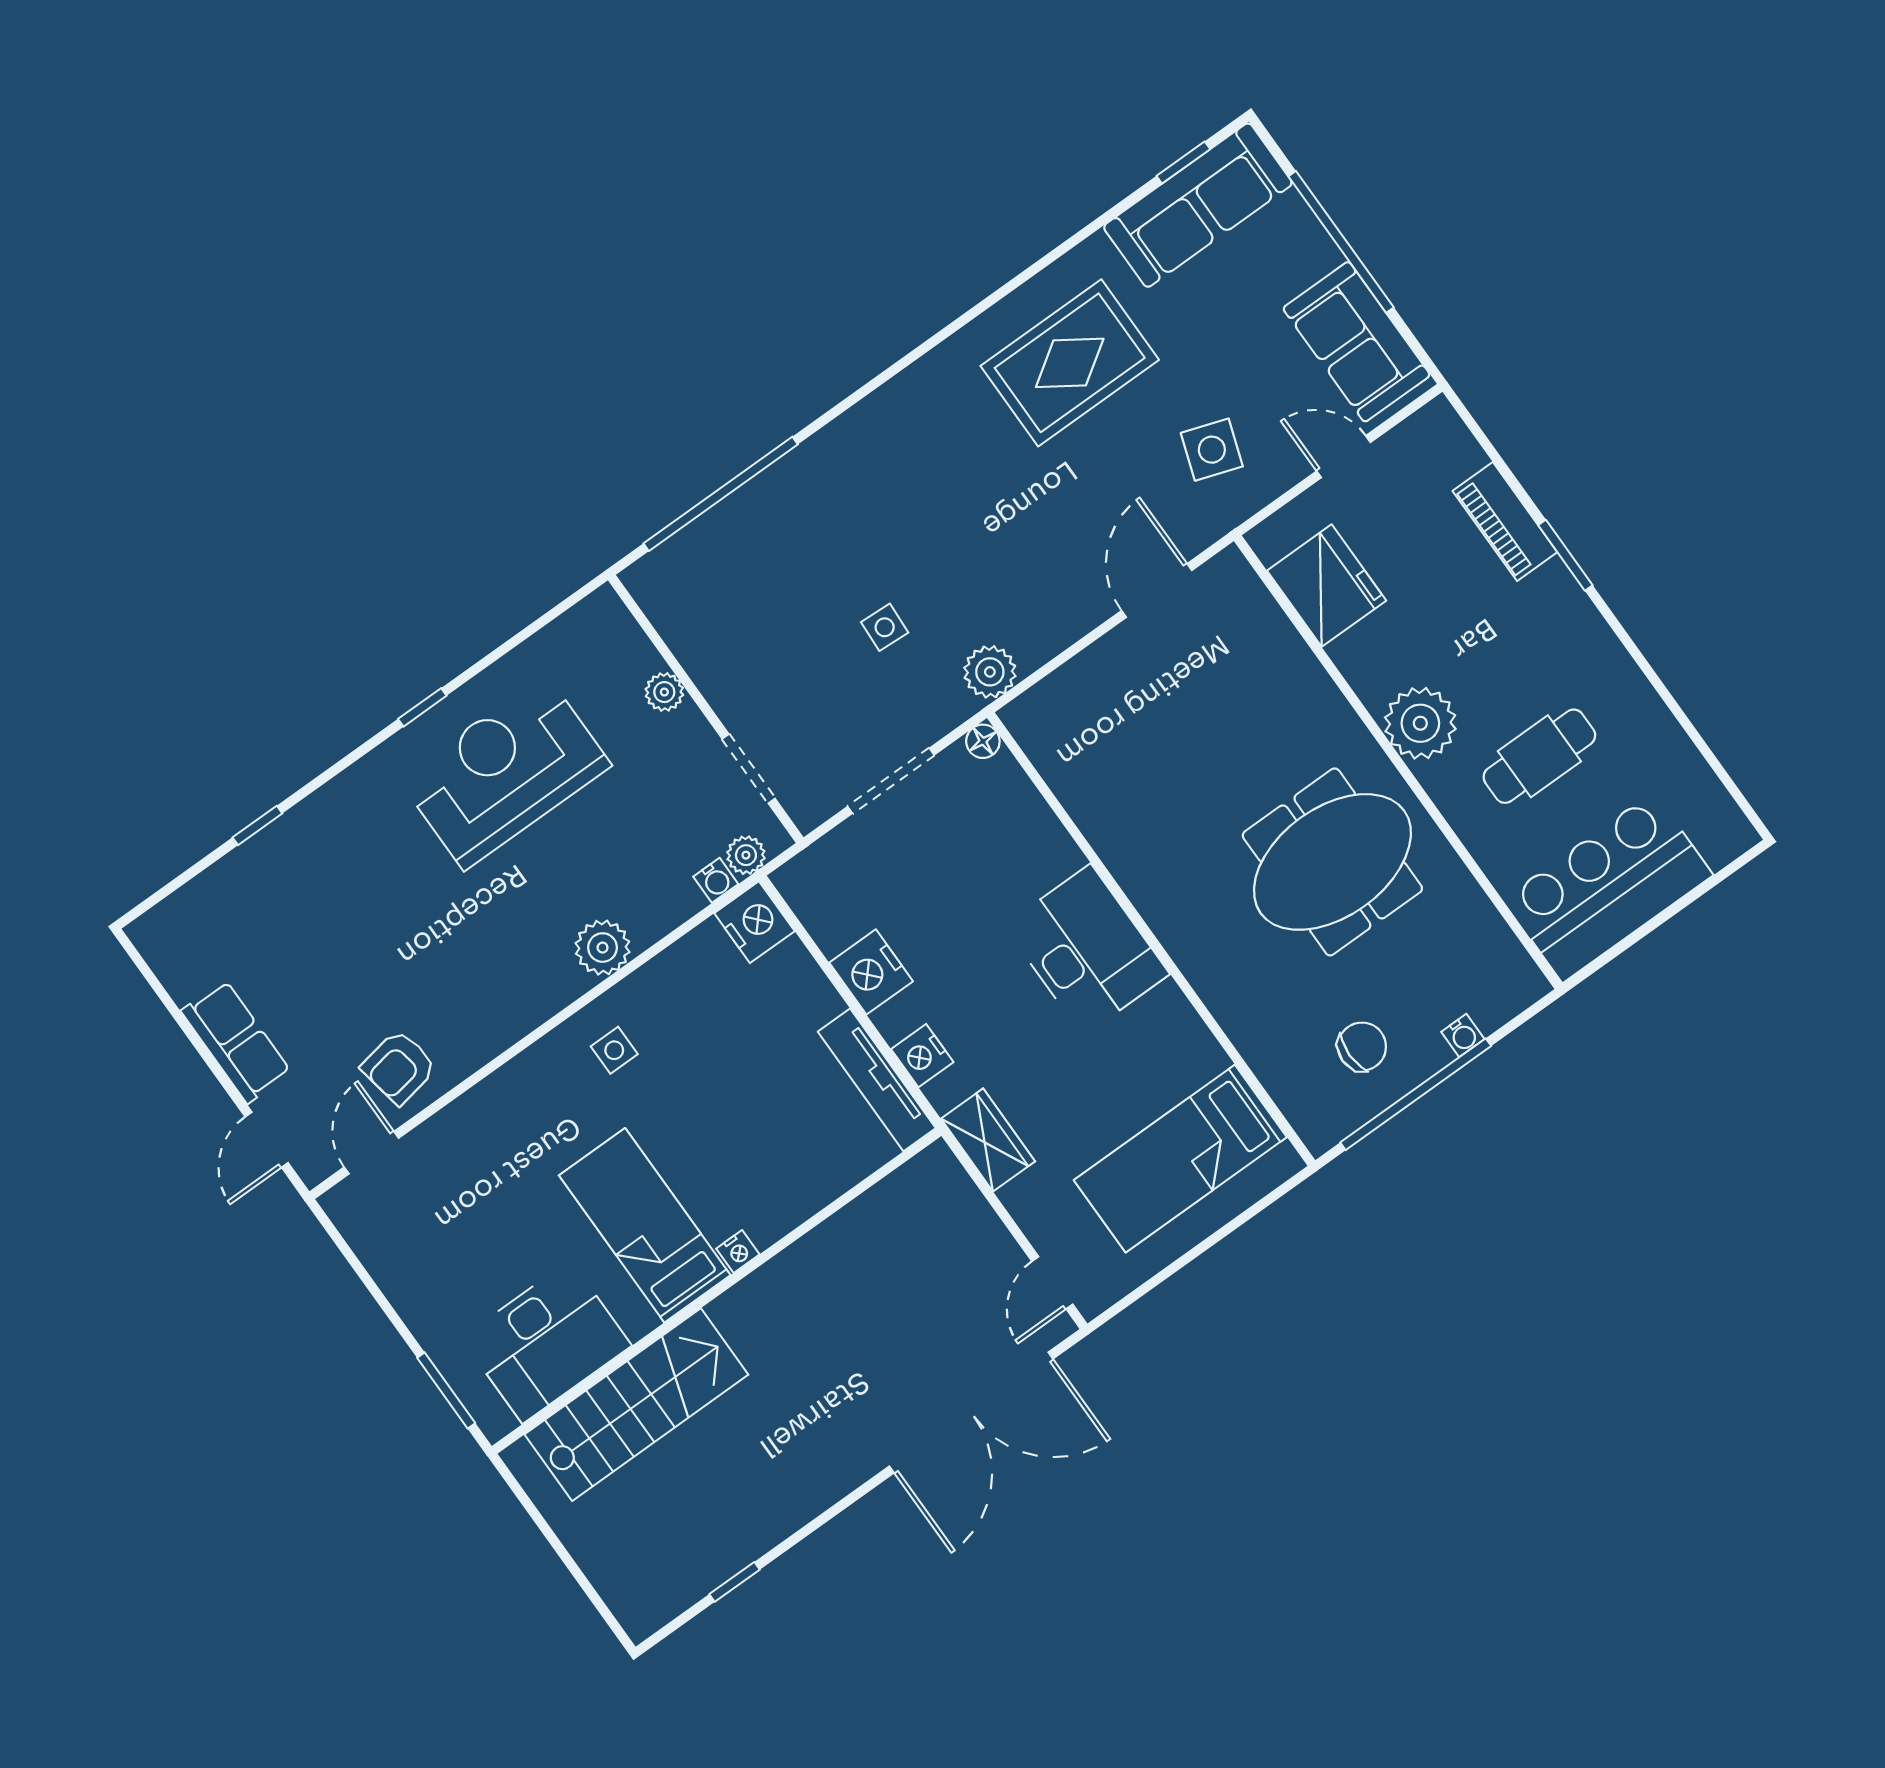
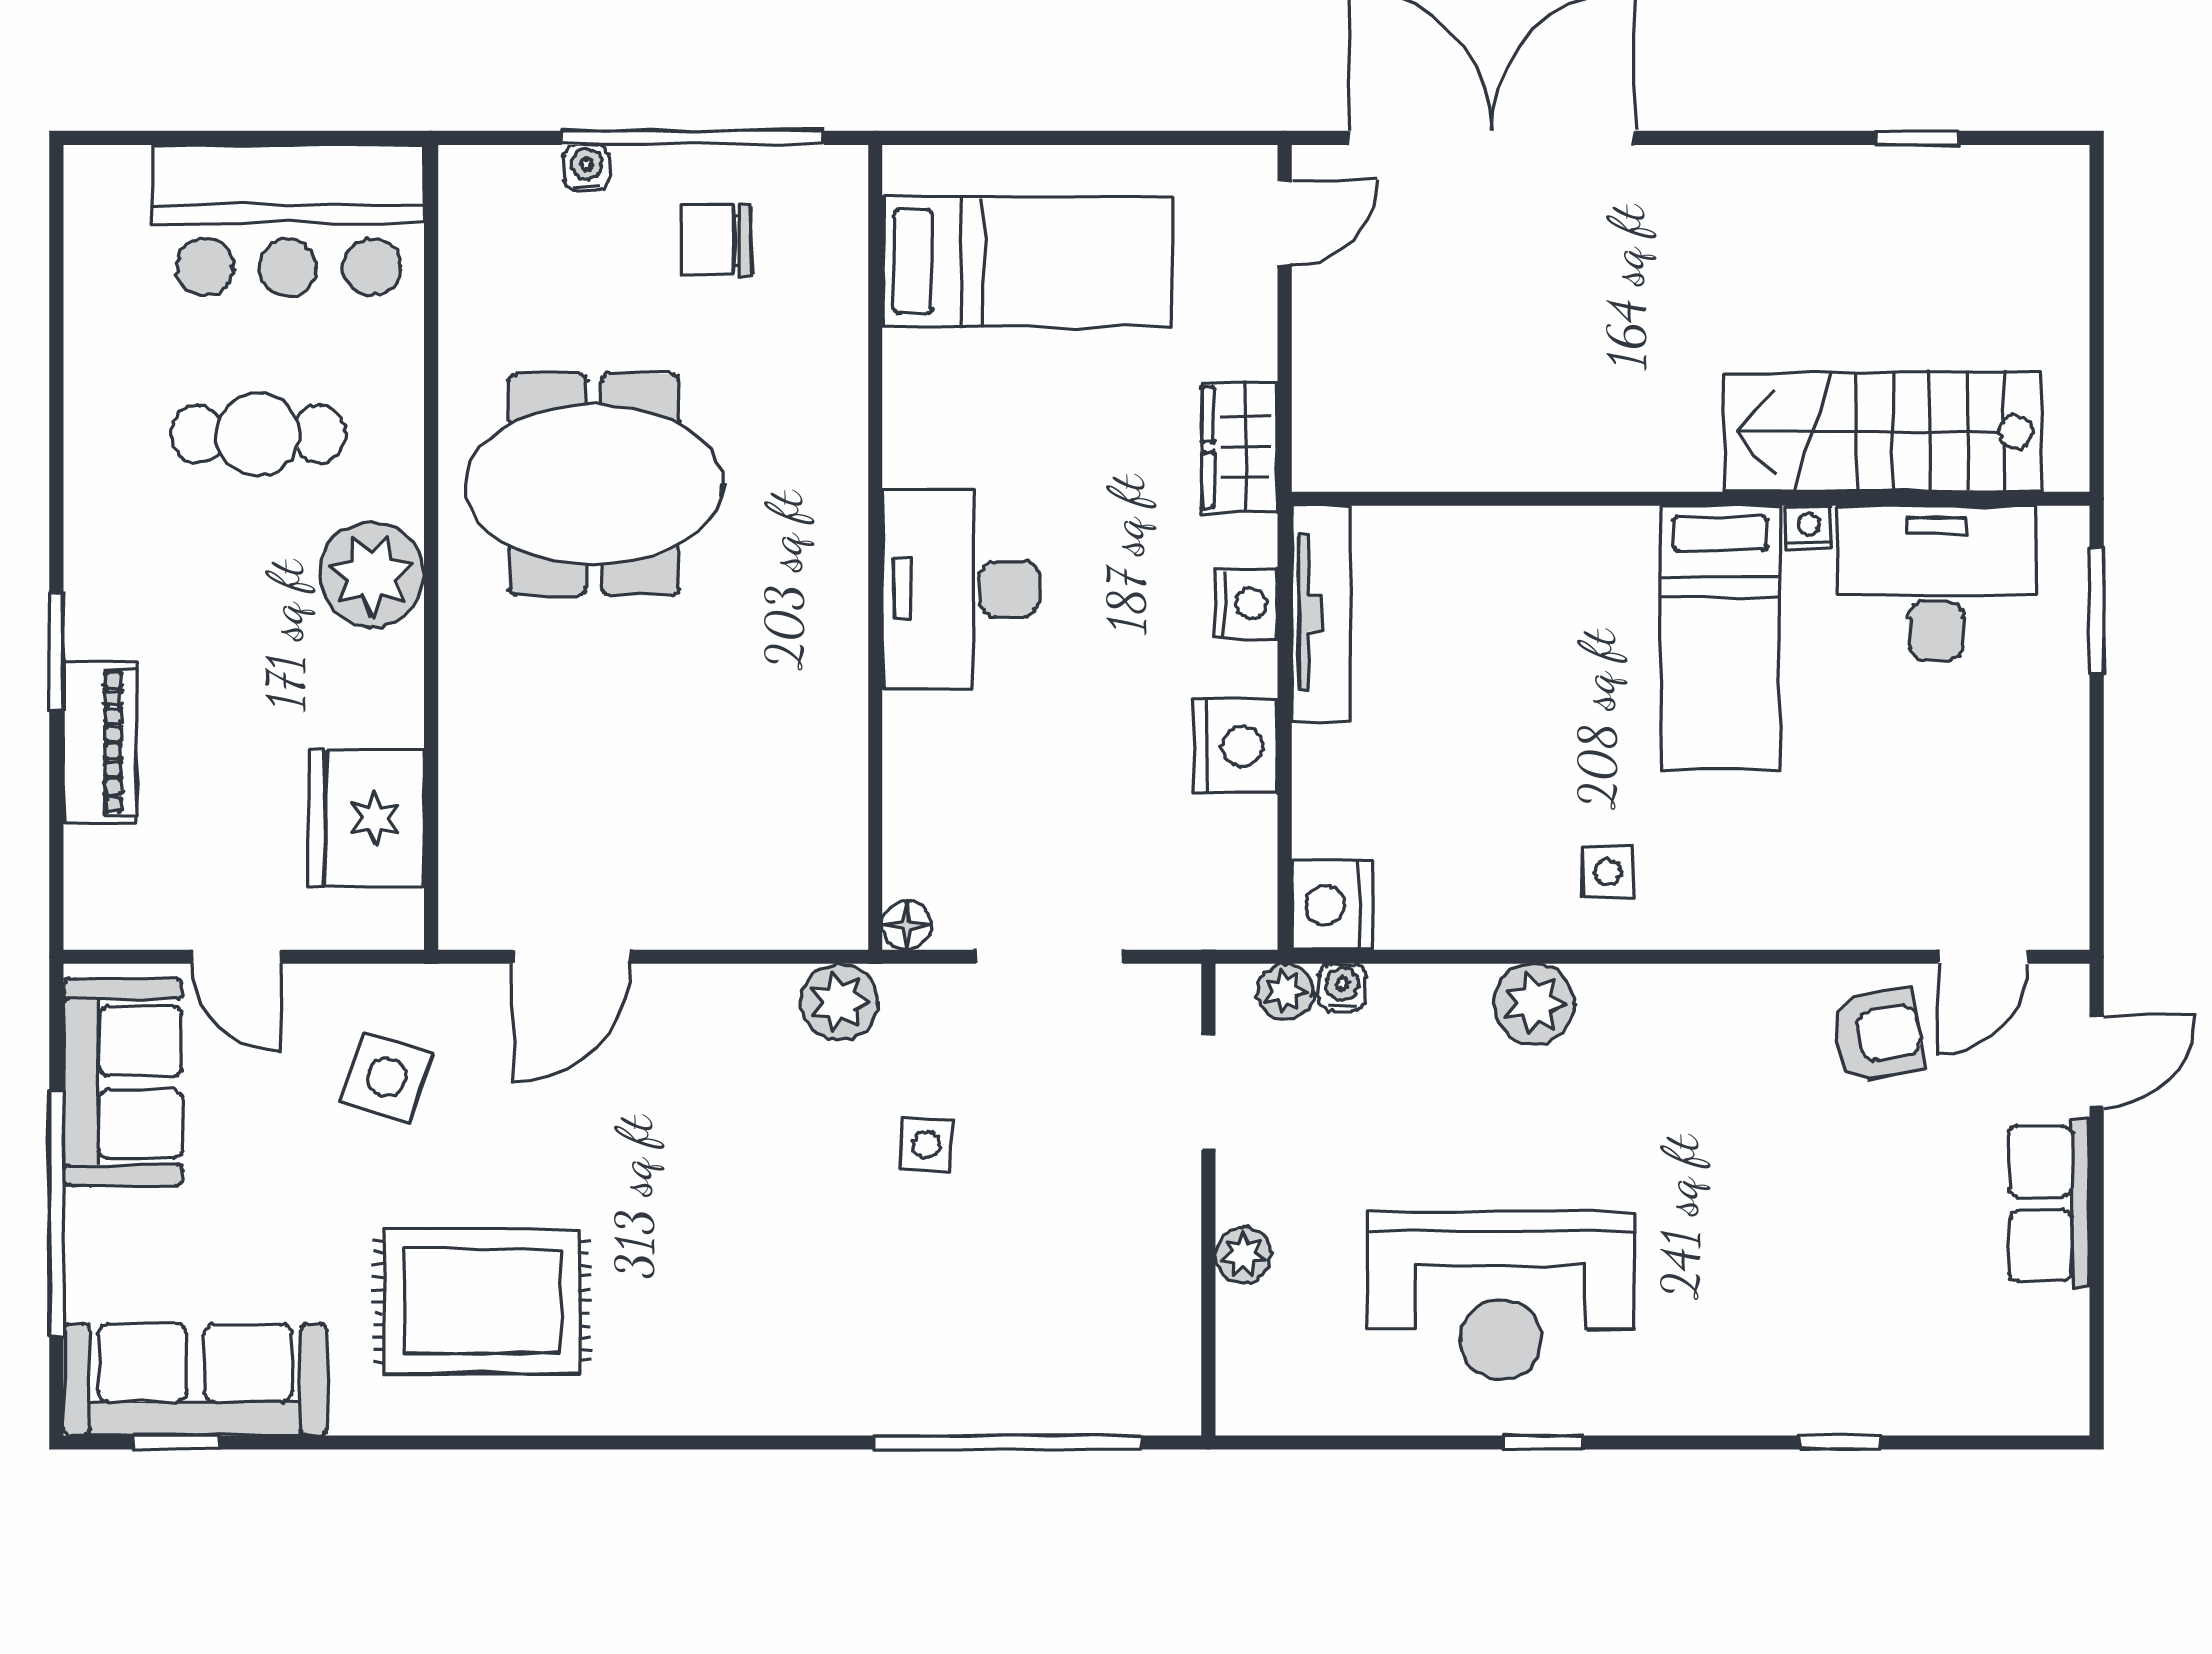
nightstand: (738, 1251) -> (1809, 528), moved

